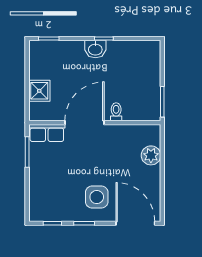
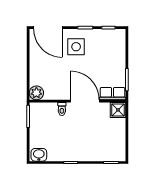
washbasin: (95, 49) -> (39, 155), moved
shower: (39, 91) -> (118, 110), moved
door: (85, 123) -> (85, 101), swing flipped
plant: (151, 155) -> (36, 93), moved

